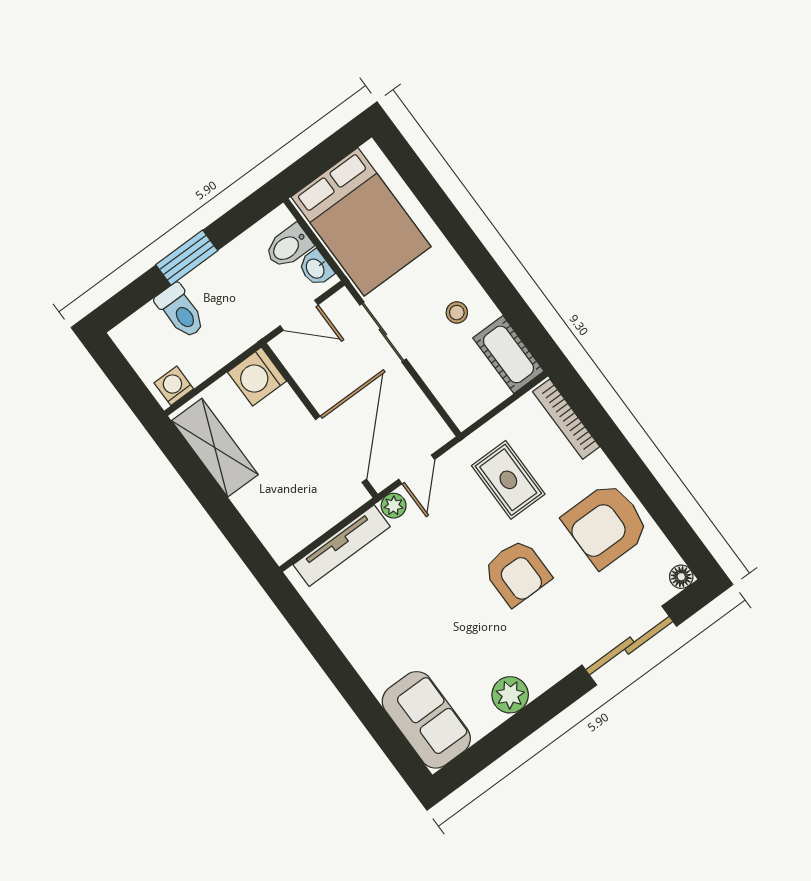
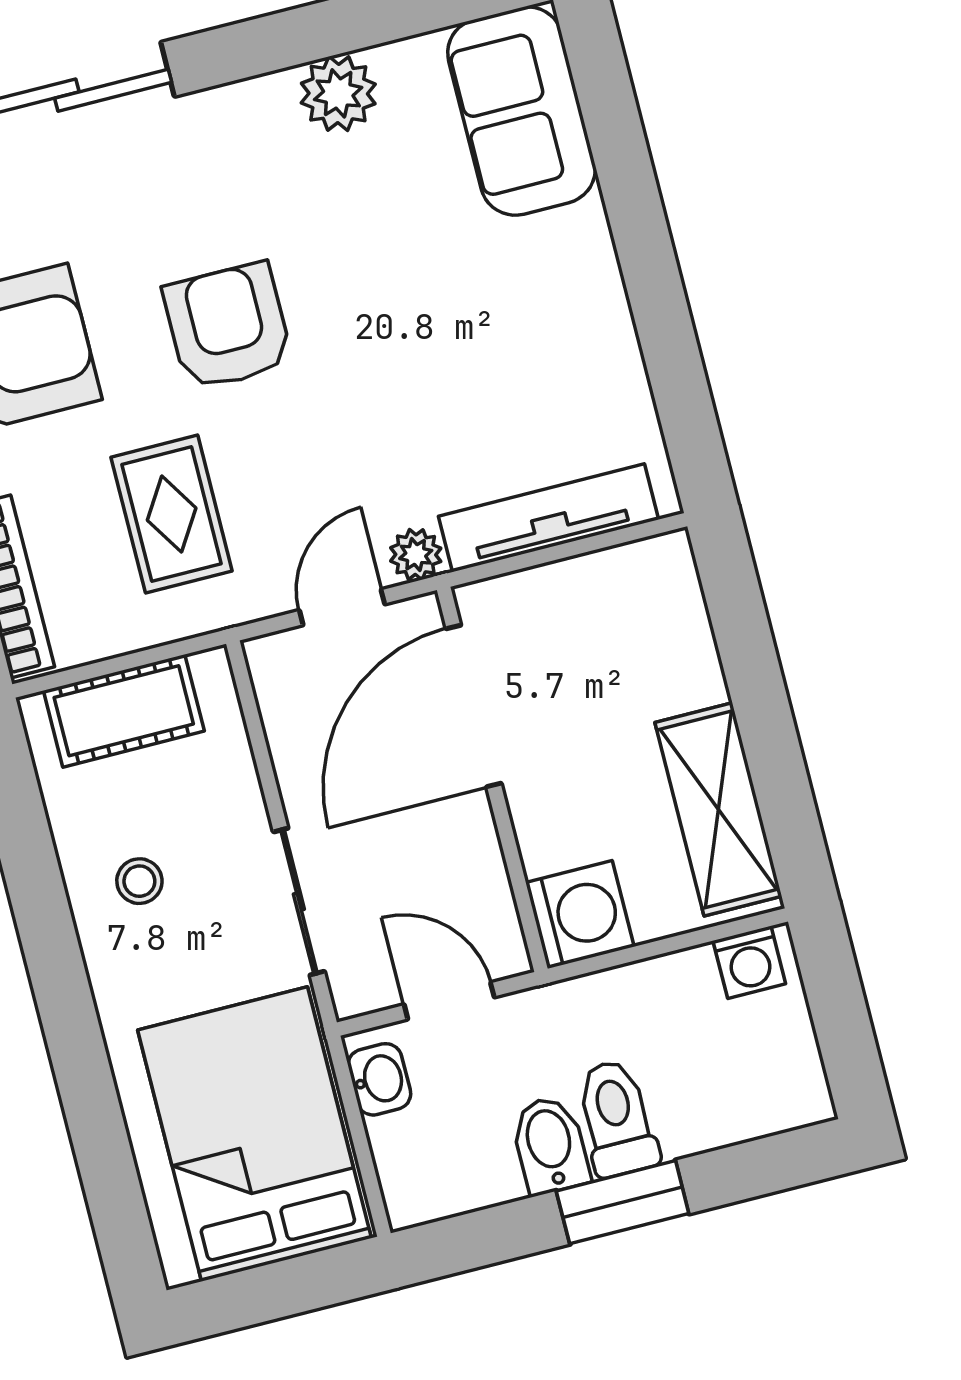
bidet: (289, 246) -> (550, 1145), moved, turned -90
toilet: (181, 311) -> (617, 1118), moved
cot: (508, 354) -> (124, 711), moved, turned 90

